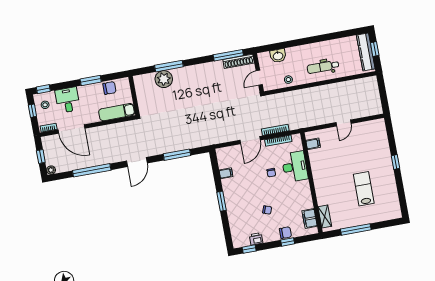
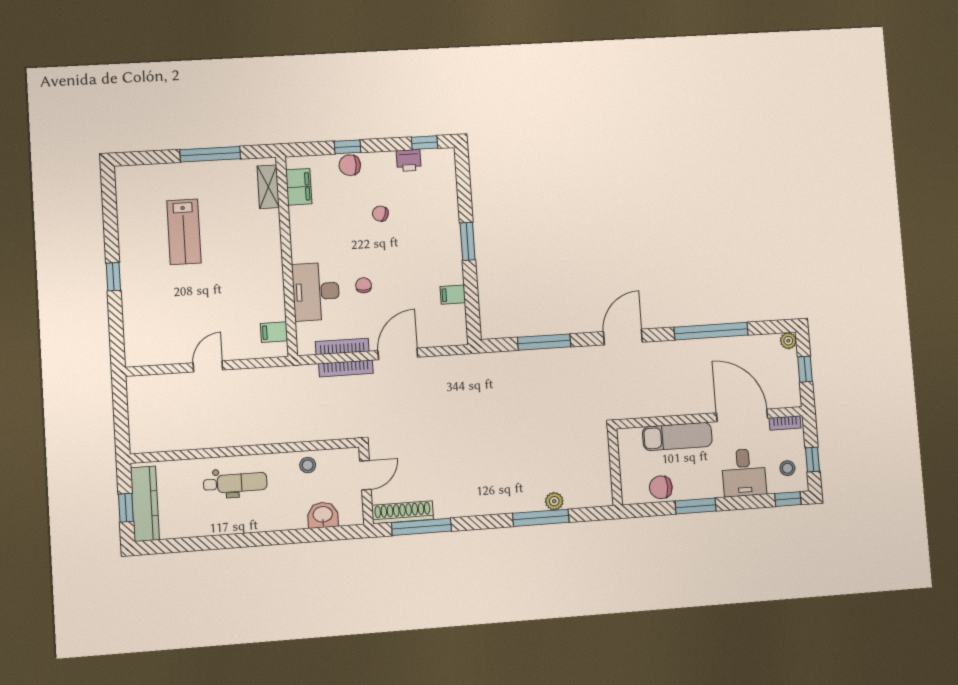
plant: (164, 79) -> (554, 501), width x0.53, depth x0.53
exam couch: (117, 112) -> (677, 437), moved

